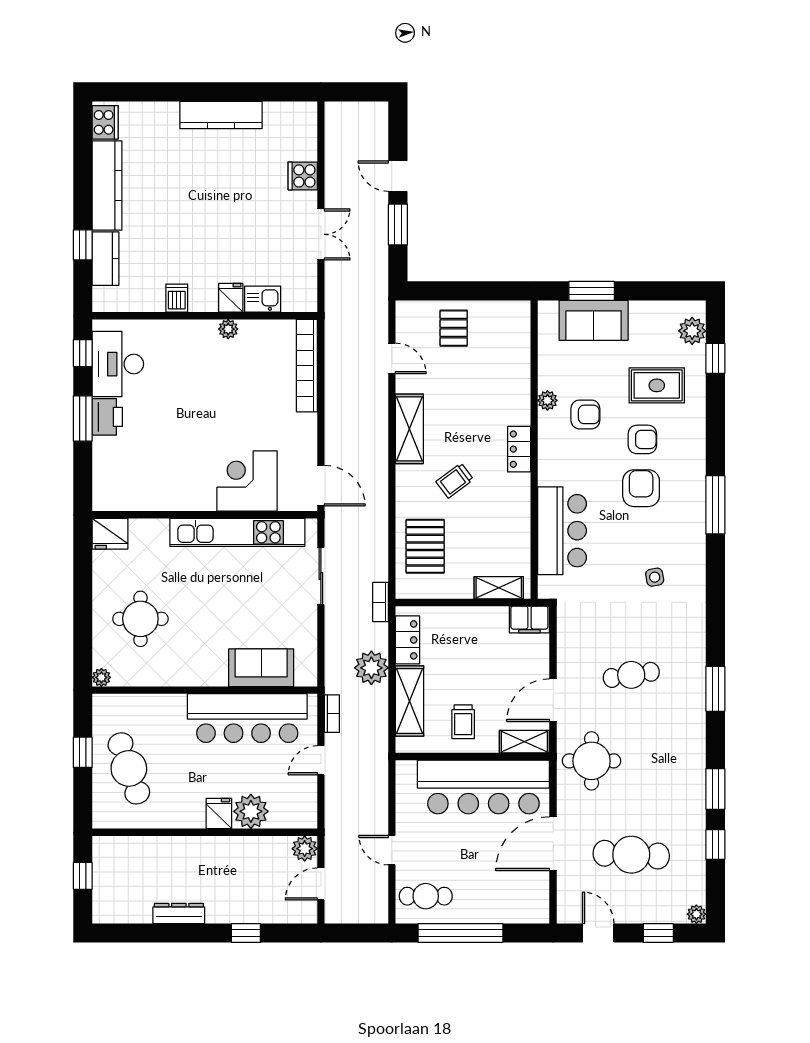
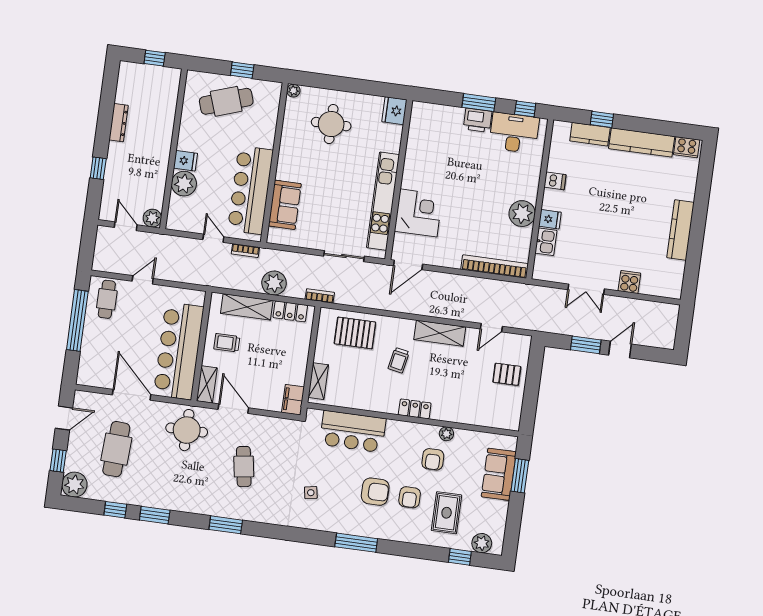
plant: (228, 329) -> (522, 214), width x1.88, depth x1.88
trolley: (455, 481) -> (399, 360), turned -132
plant: (696, 914) -> (74, 485), width x1.88, depth x1.88

